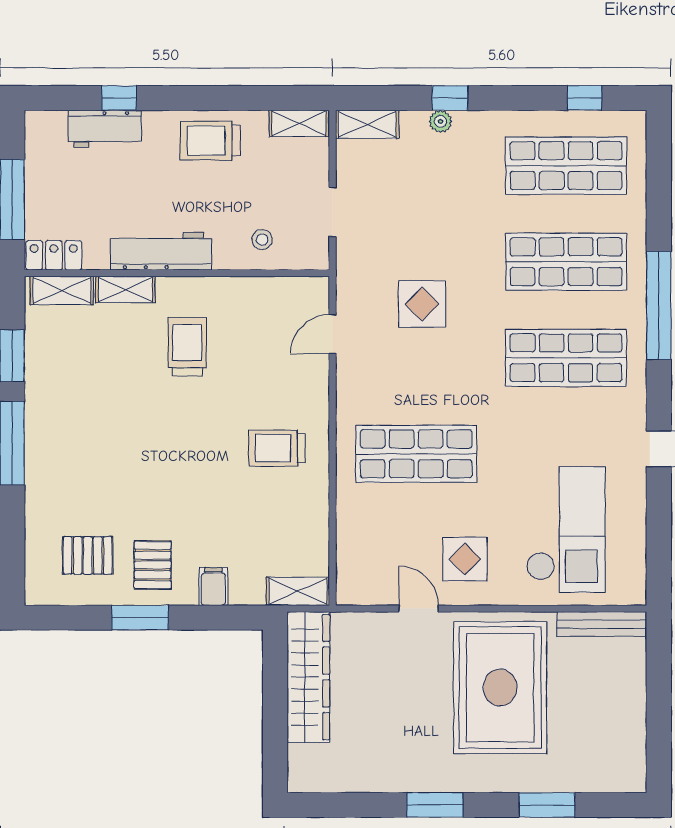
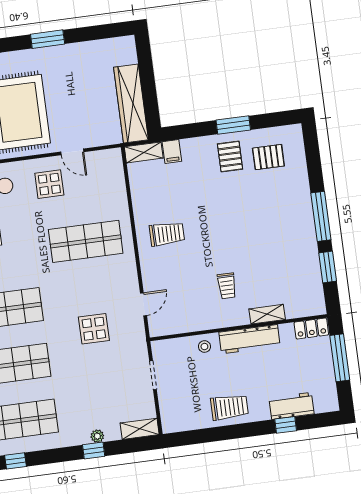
shelving: (299, 123) -> (179, 424), removed
stool: (262, 240) -> (204, 347), moved
shelving: (62, 290) -> (304, 309), removed
trolley: (187, 347) -> (227, 286), width x0.73, depth x0.72
filing cabinet: (213, 587) -> (172, 151), moved

